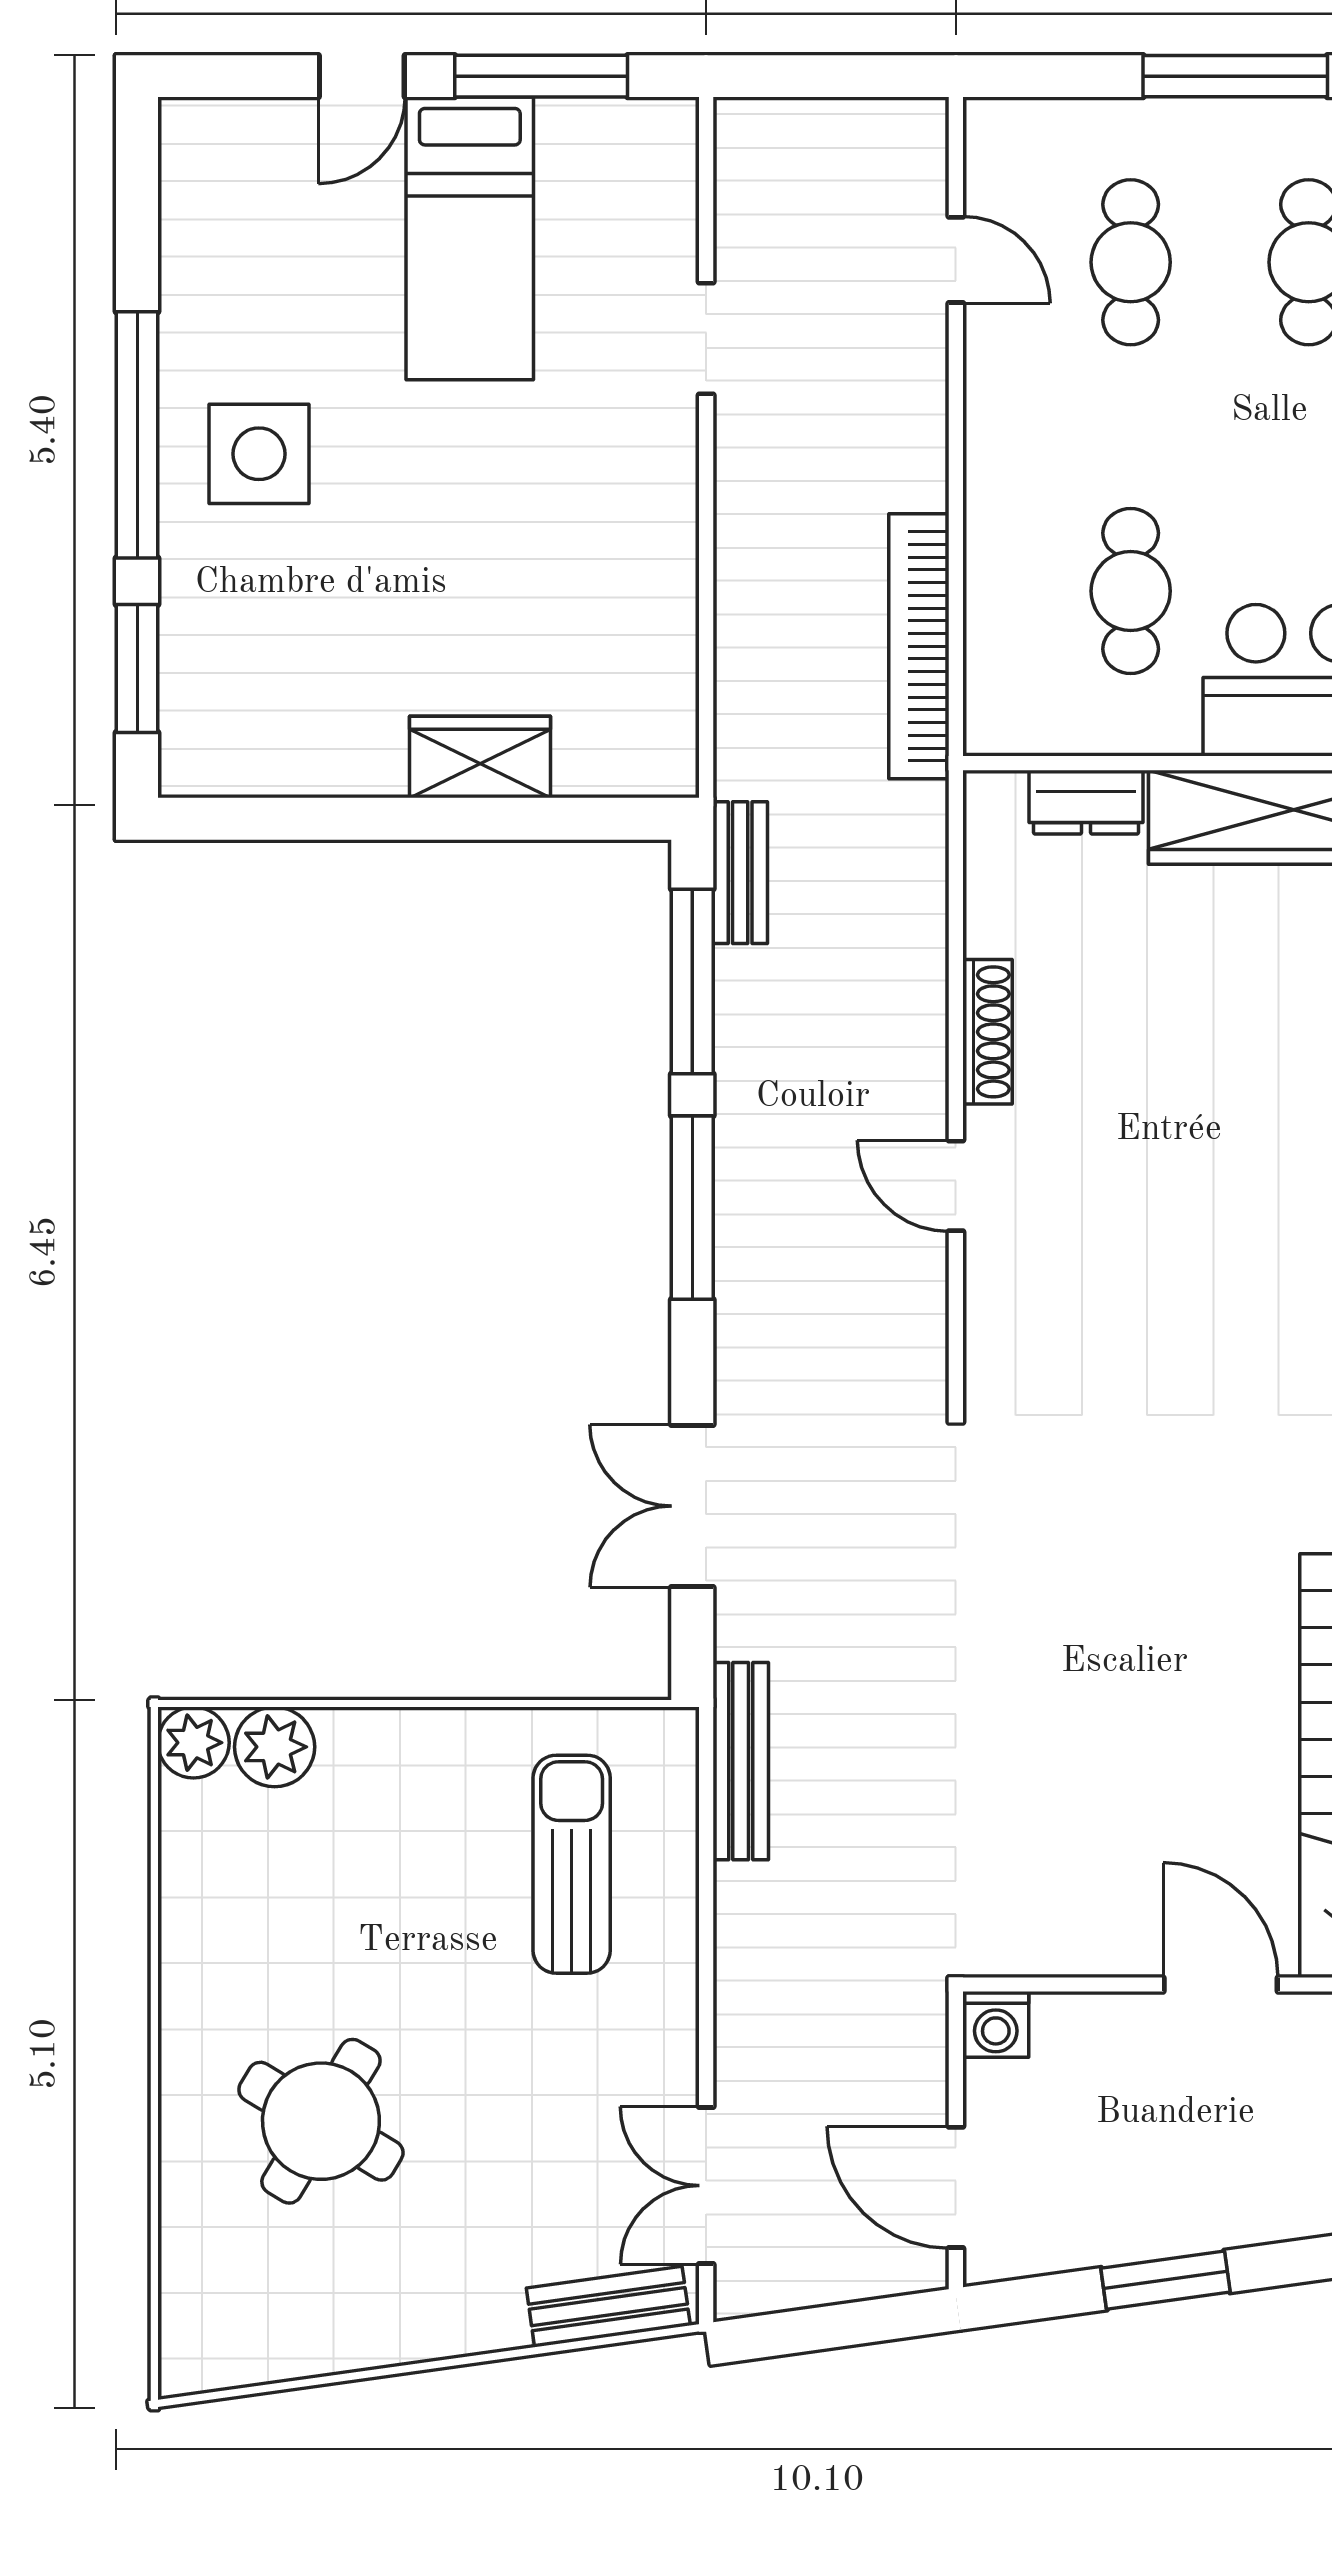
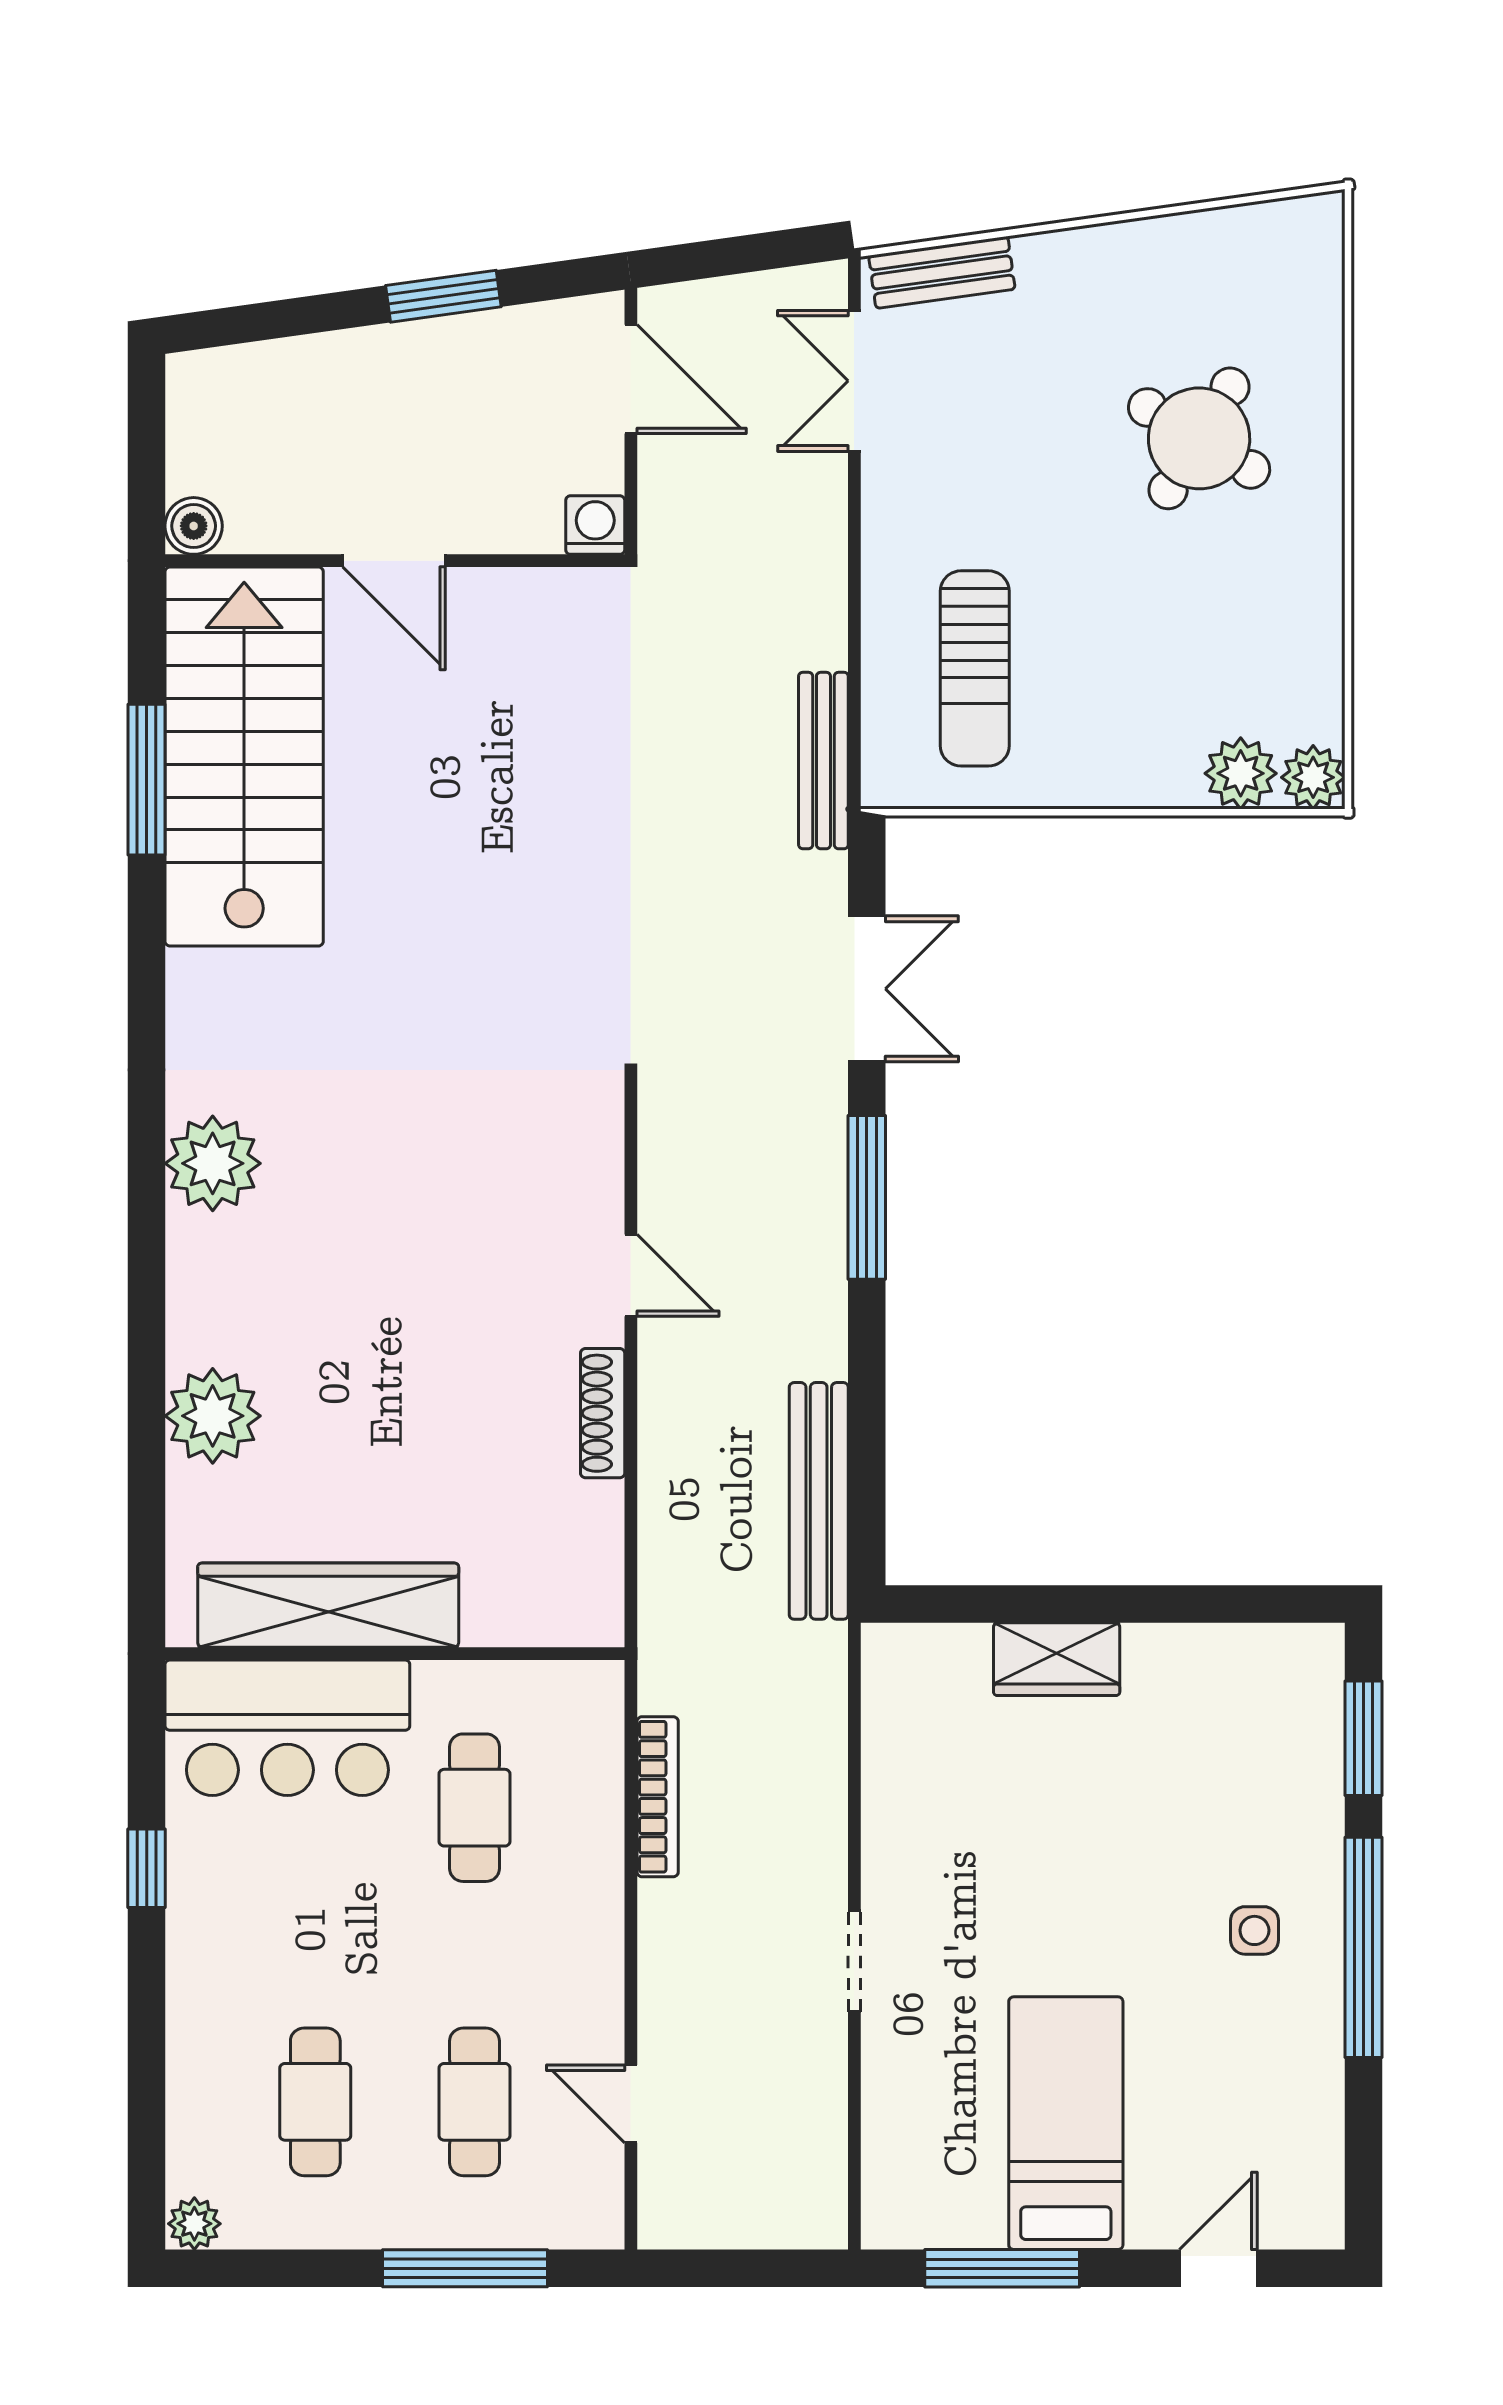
door: (362, 76) -> (1218, 2268), moved
window: (1235, 76) -> (465, 2268), moved
doorway: (706, 339) -> (854, 1961), moved
side table: (259, 454) -> (1254, 1930), width x0.54, depth x0.54
bookcase: (919, 646) -> (658, 1797), width x0.68, depth x0.76
dresser: (1086, 802) -> (514, 1619), removed
bench: (740, 873) -> (819, 1501), width x1.86, depth x1.21
window: (692, 981) -> (867, 1458), removed
window: (692, 1208) -> (867, 1197), moved
double door: (706, 2186) -> (854, 381), swing flipped

